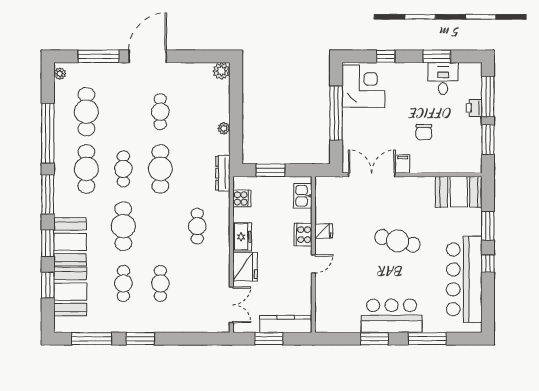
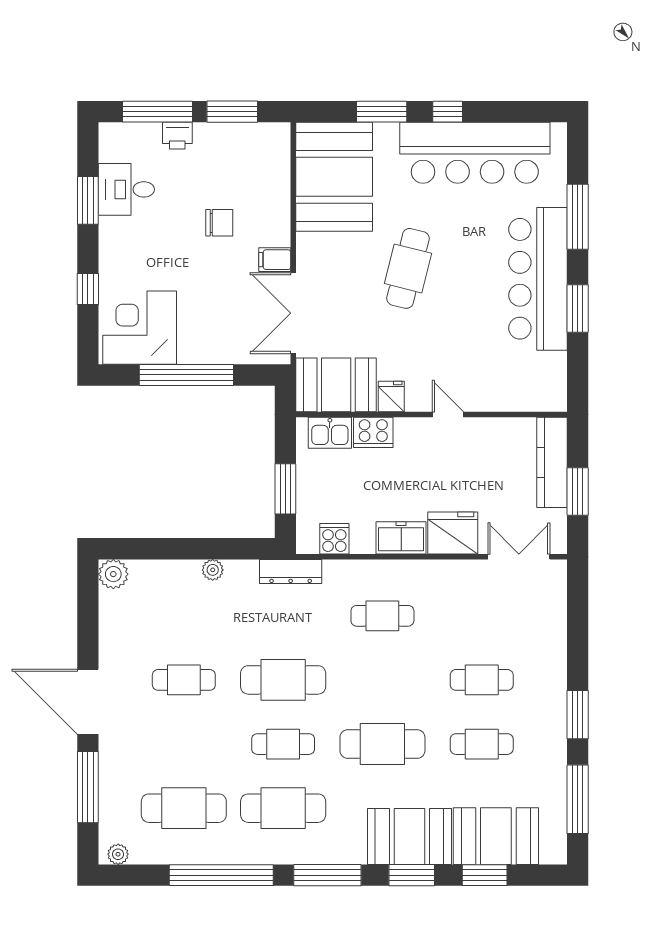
booth: (459, 192) -> (334, 177), width x1.36, depth x1.42
booth: (330, 199) -> (336, 385), added
cooker: (303, 235) -> (373, 432), moved
bar counter: (392, 316) -> (538, 279), width x1.36

